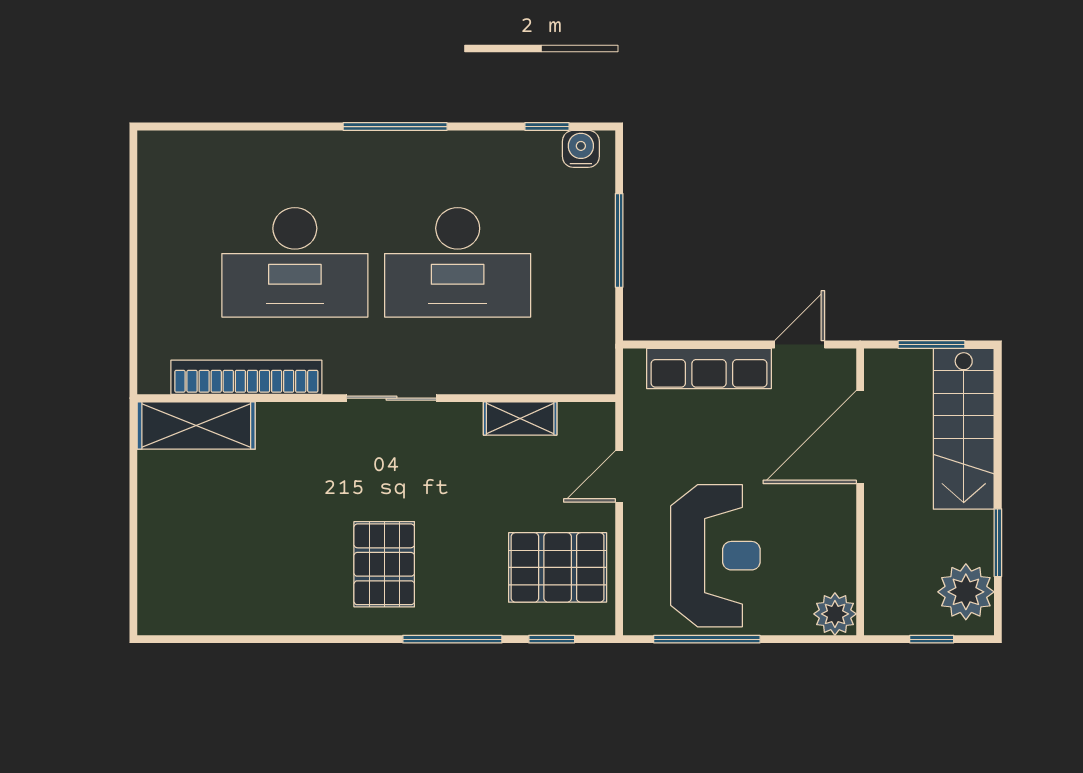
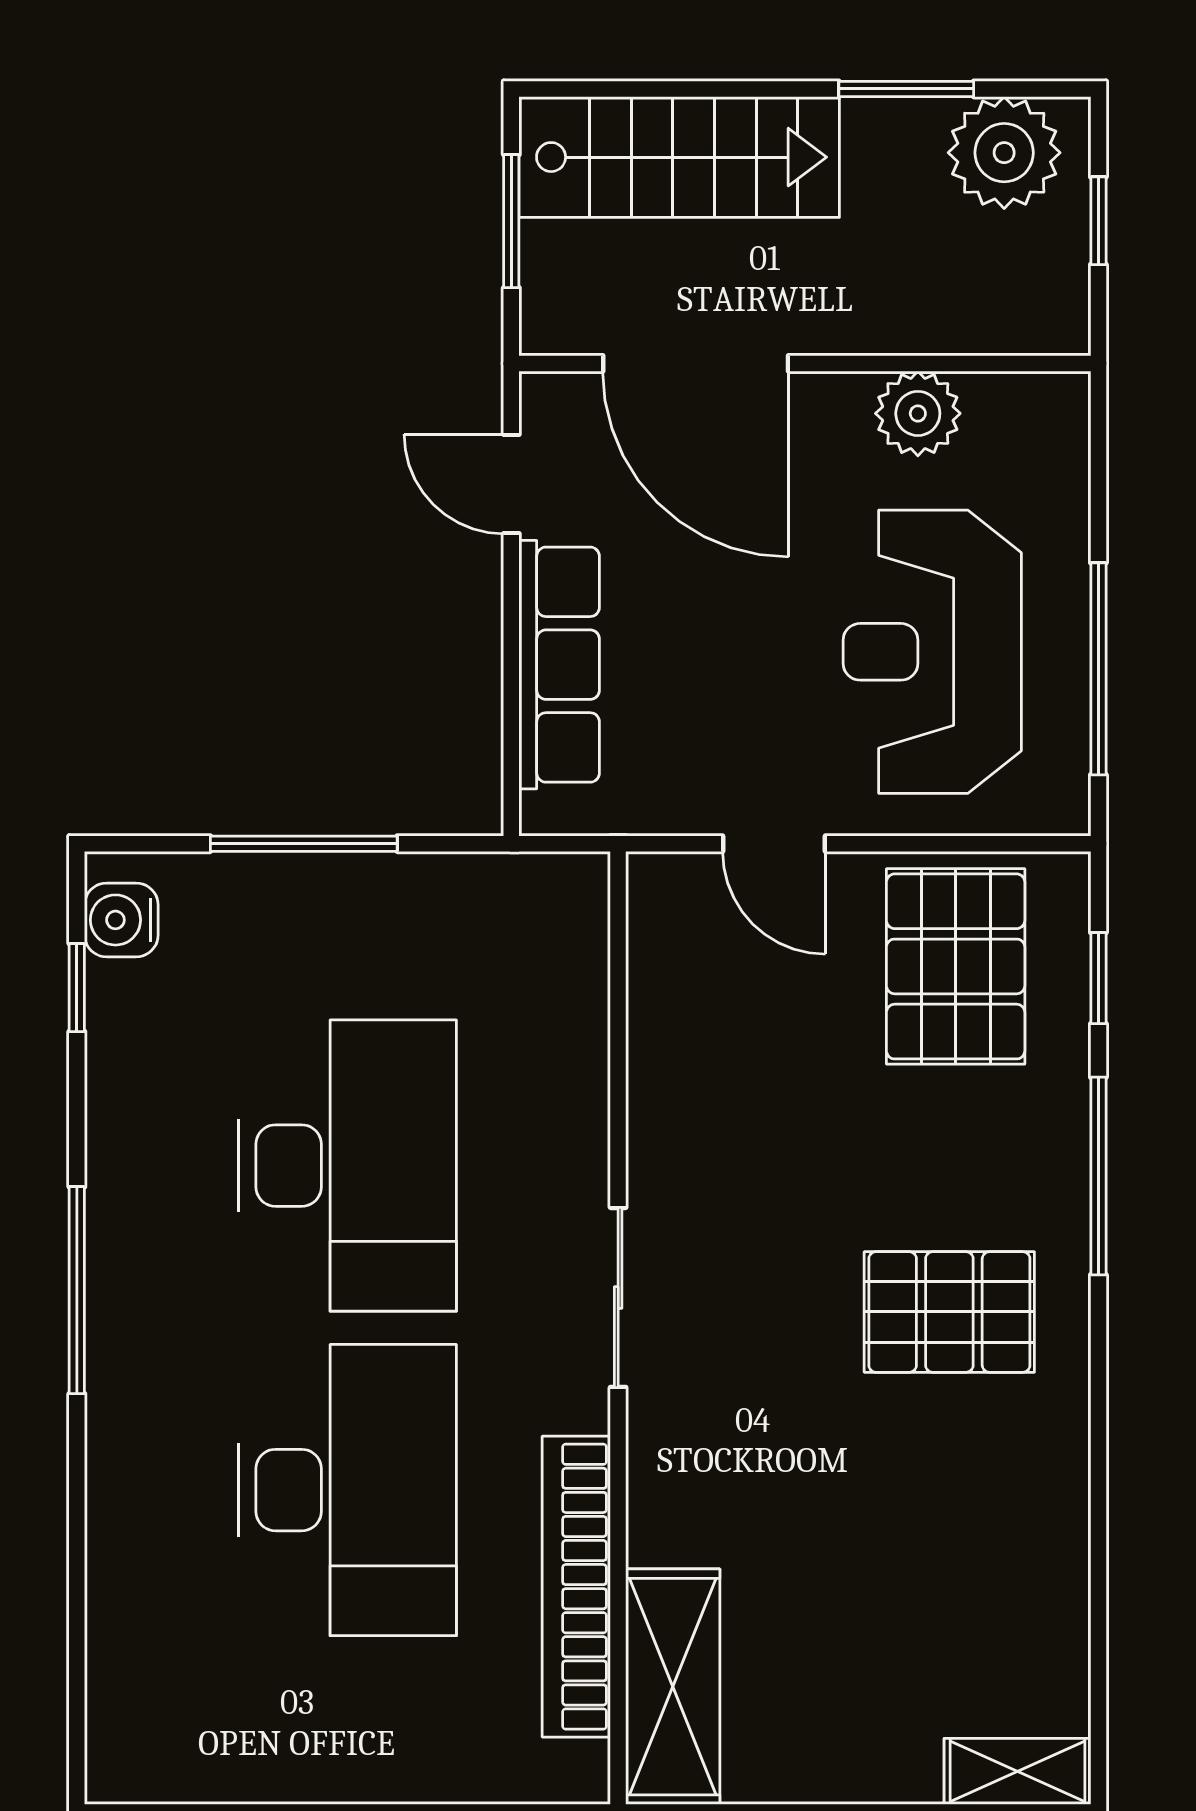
shelving: (520, 418) -> (1017, 1771), moved, turned 90
reception desk: (715, 556) -> (932, 652), turned -90
plant: (835, 614) -> (918, 413), moved

